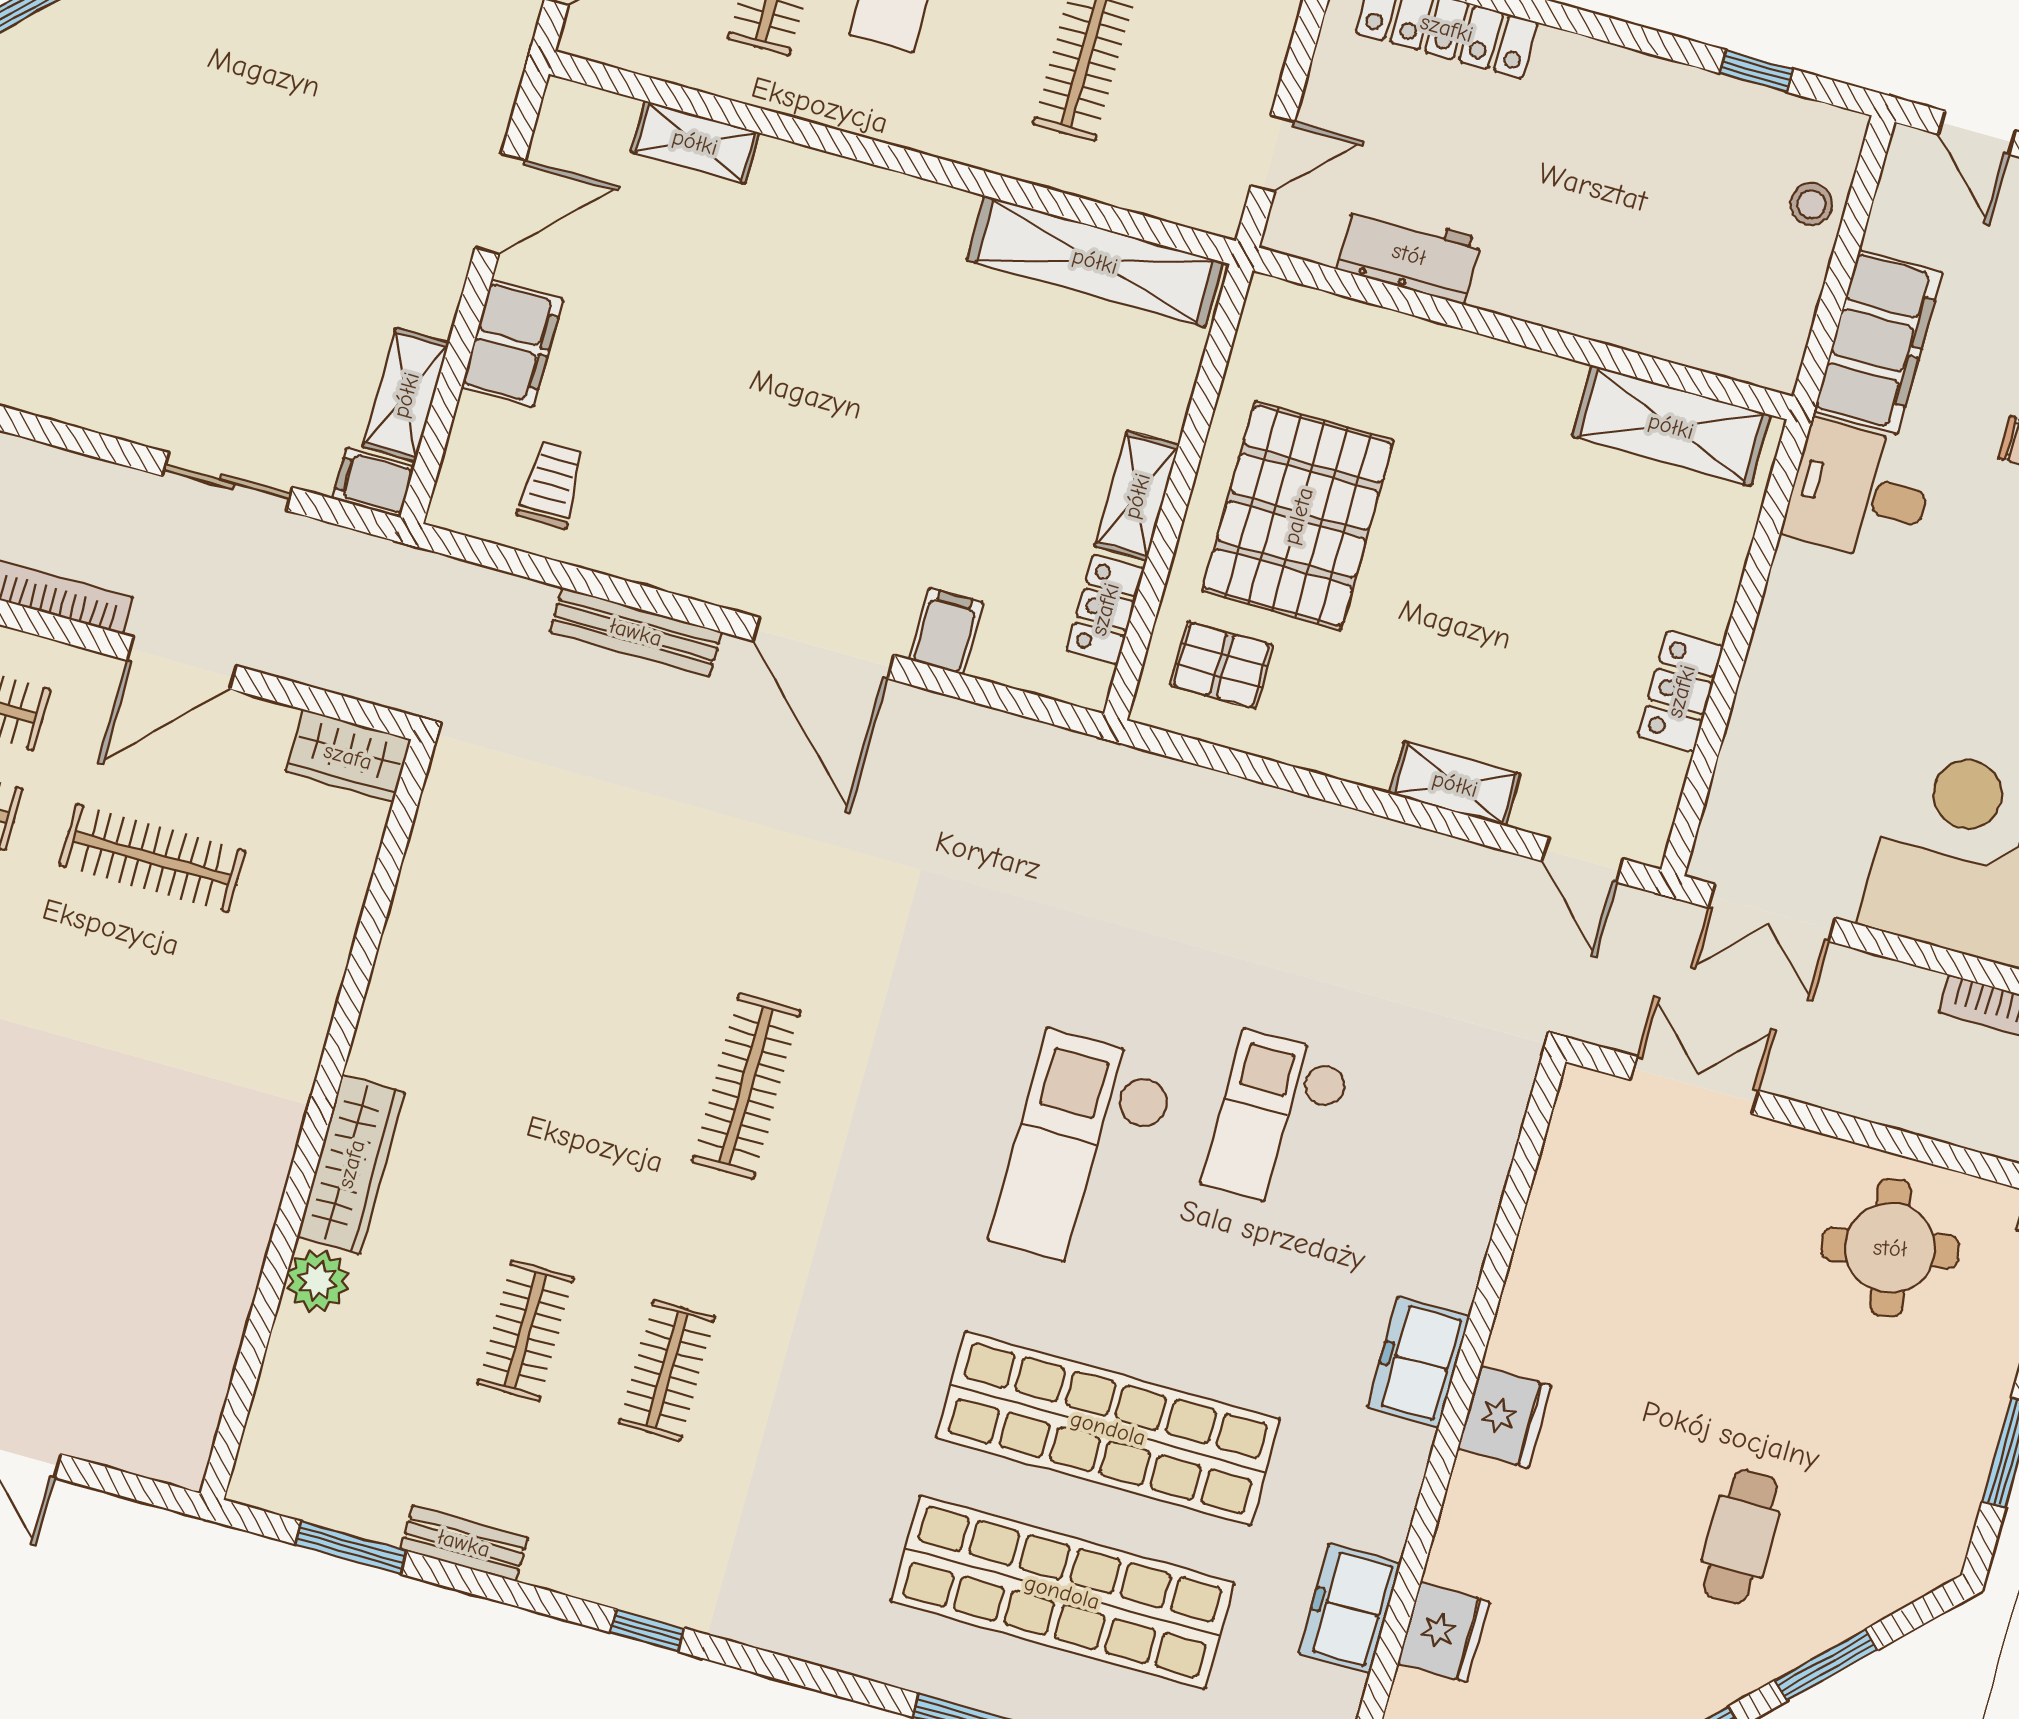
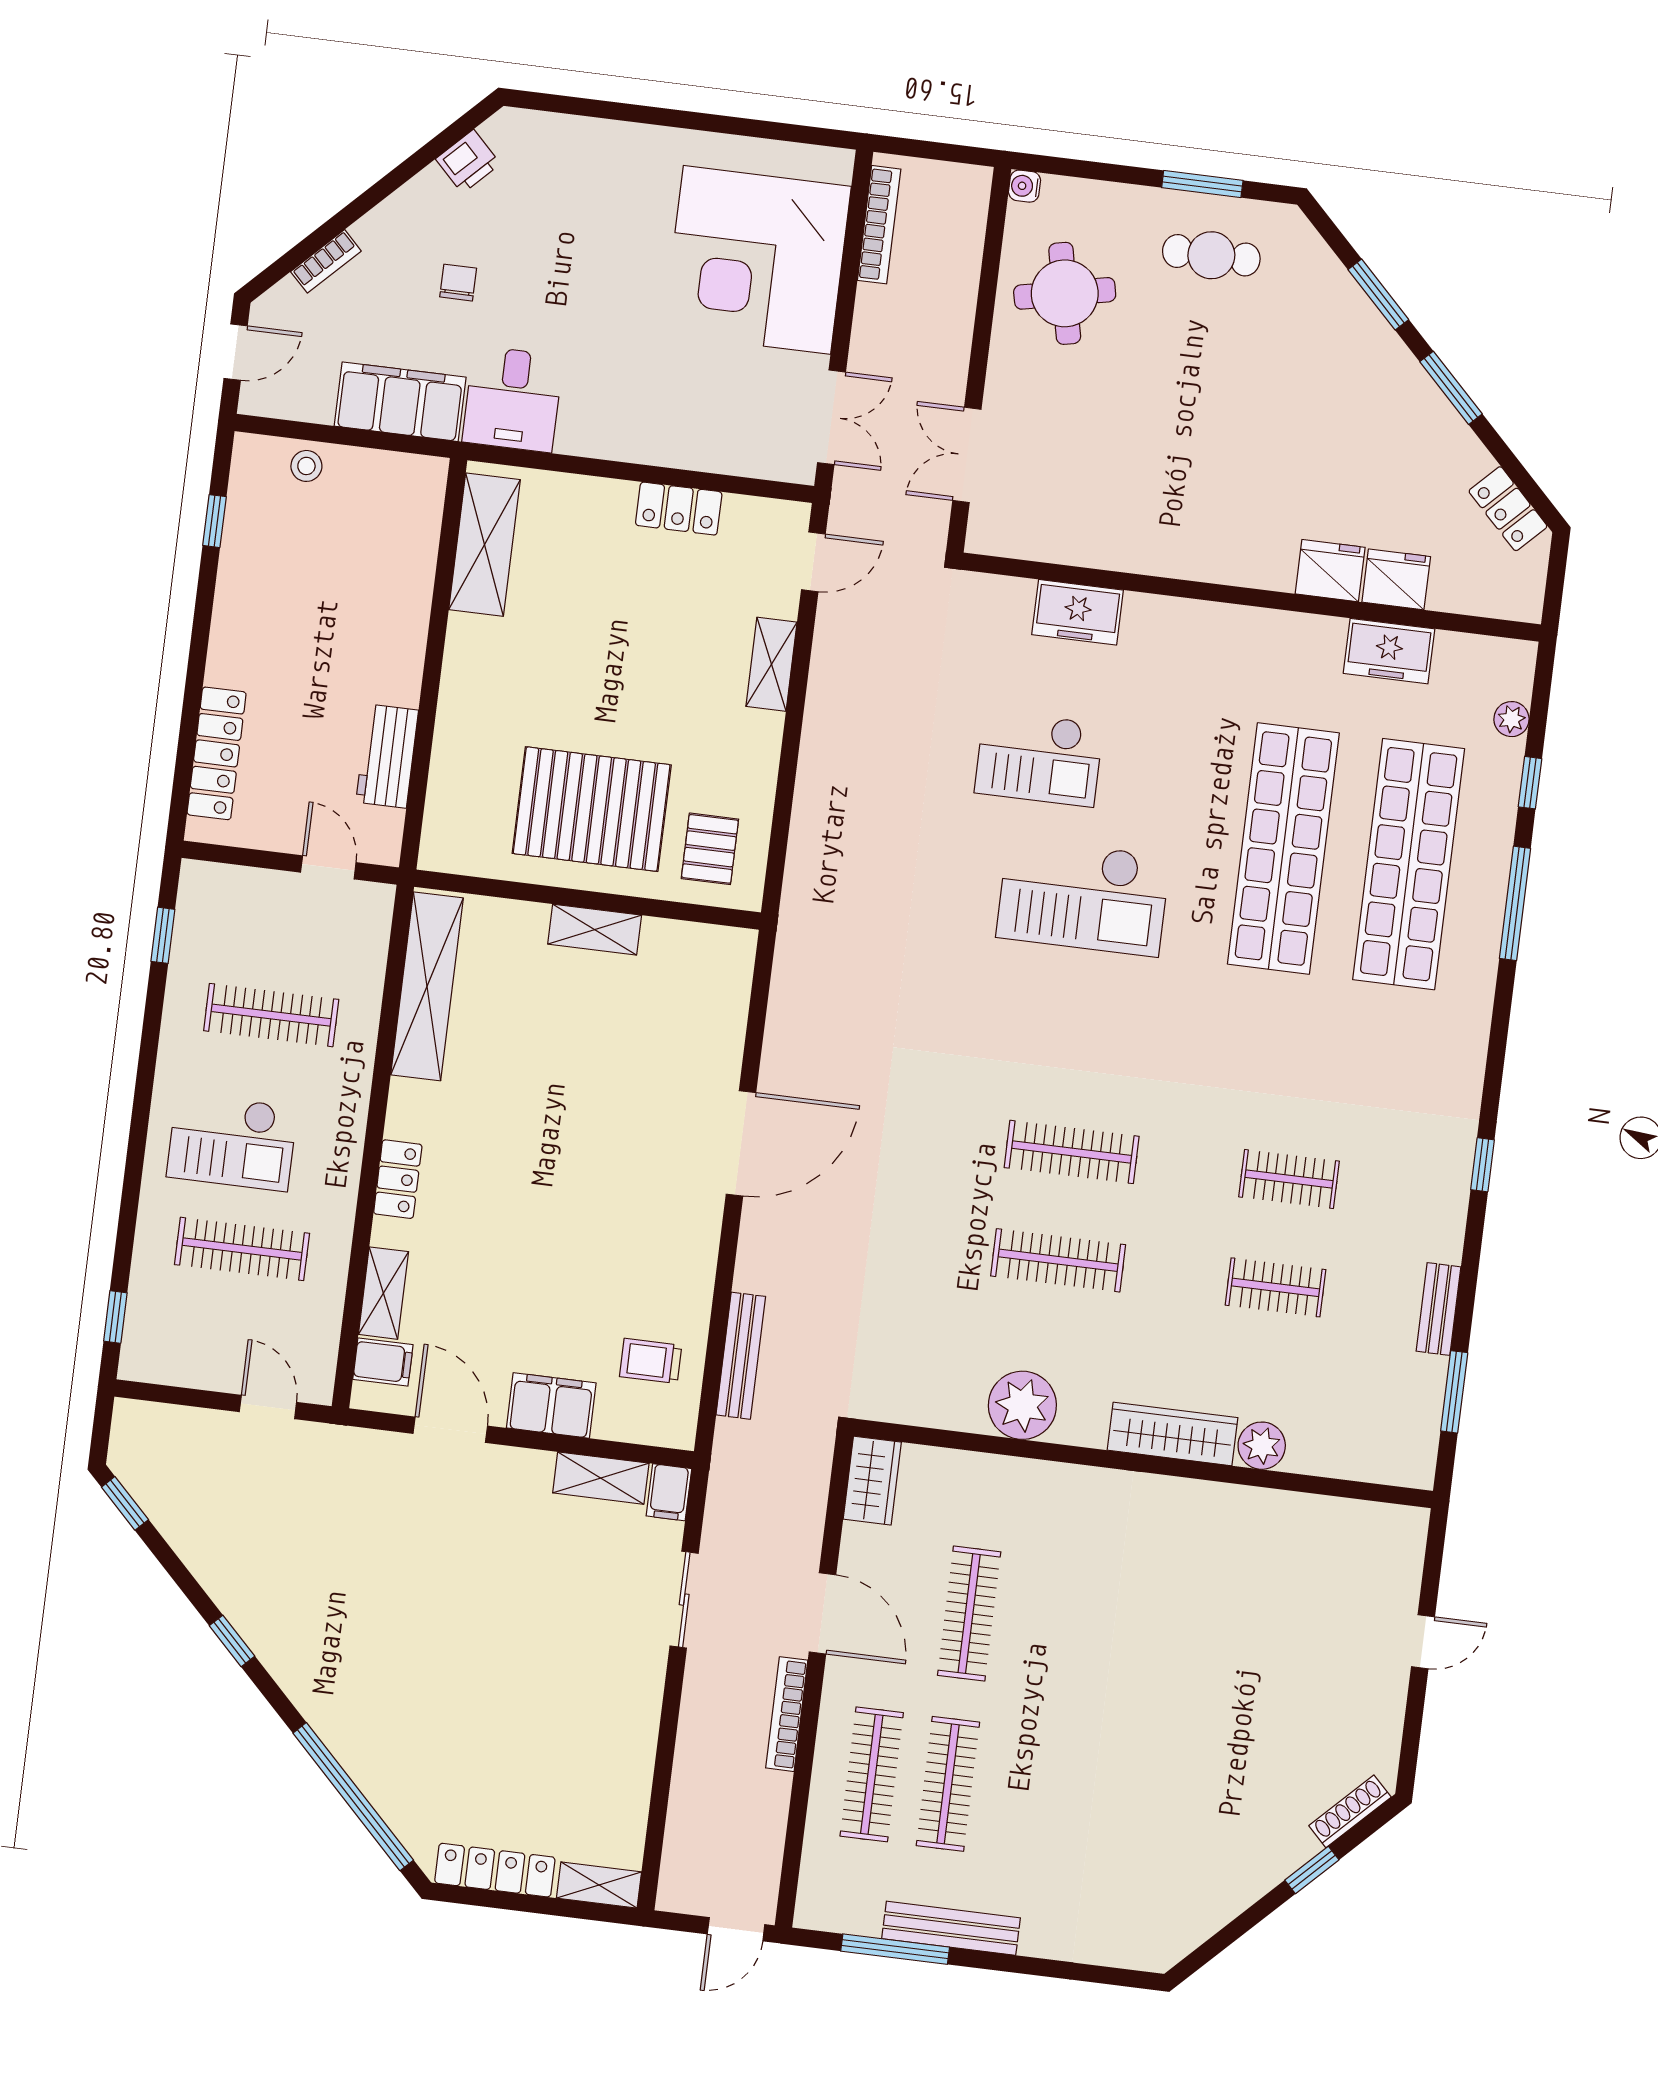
locker: (1105, 609) -> (398, 1179), moved, turned -90
filing cabinet: (946, 631) -> (383, 1362), moved, turned 180
bench: (636, 632) -> (741, 1356), moved
plant: (419, 970) -> (1022, 1405), added
clothes rail: (605, 1047) -> (1058, 1260), added
freezer: (1418, 1362) -> (1078, 612), moved
fridge: (1504, 1417) -> (1330, 571), moved
cafe table: (1741, 1537) -> (1211, 255), moved

